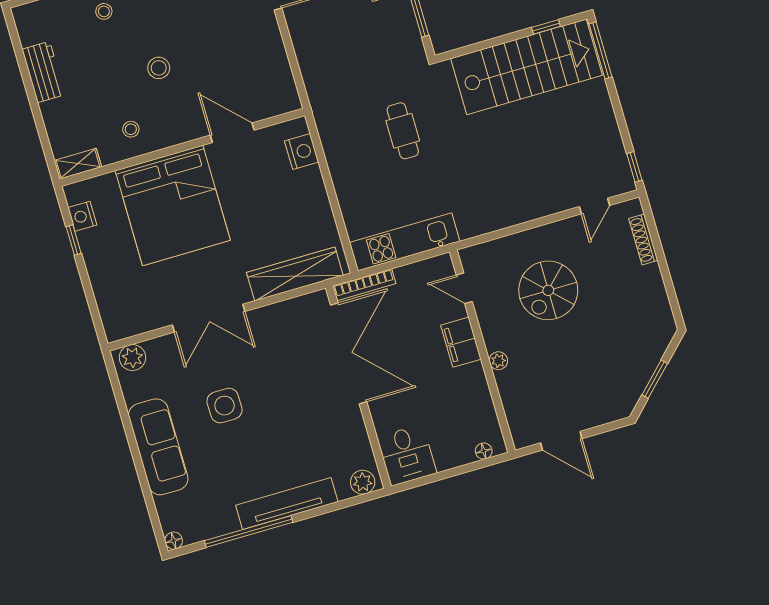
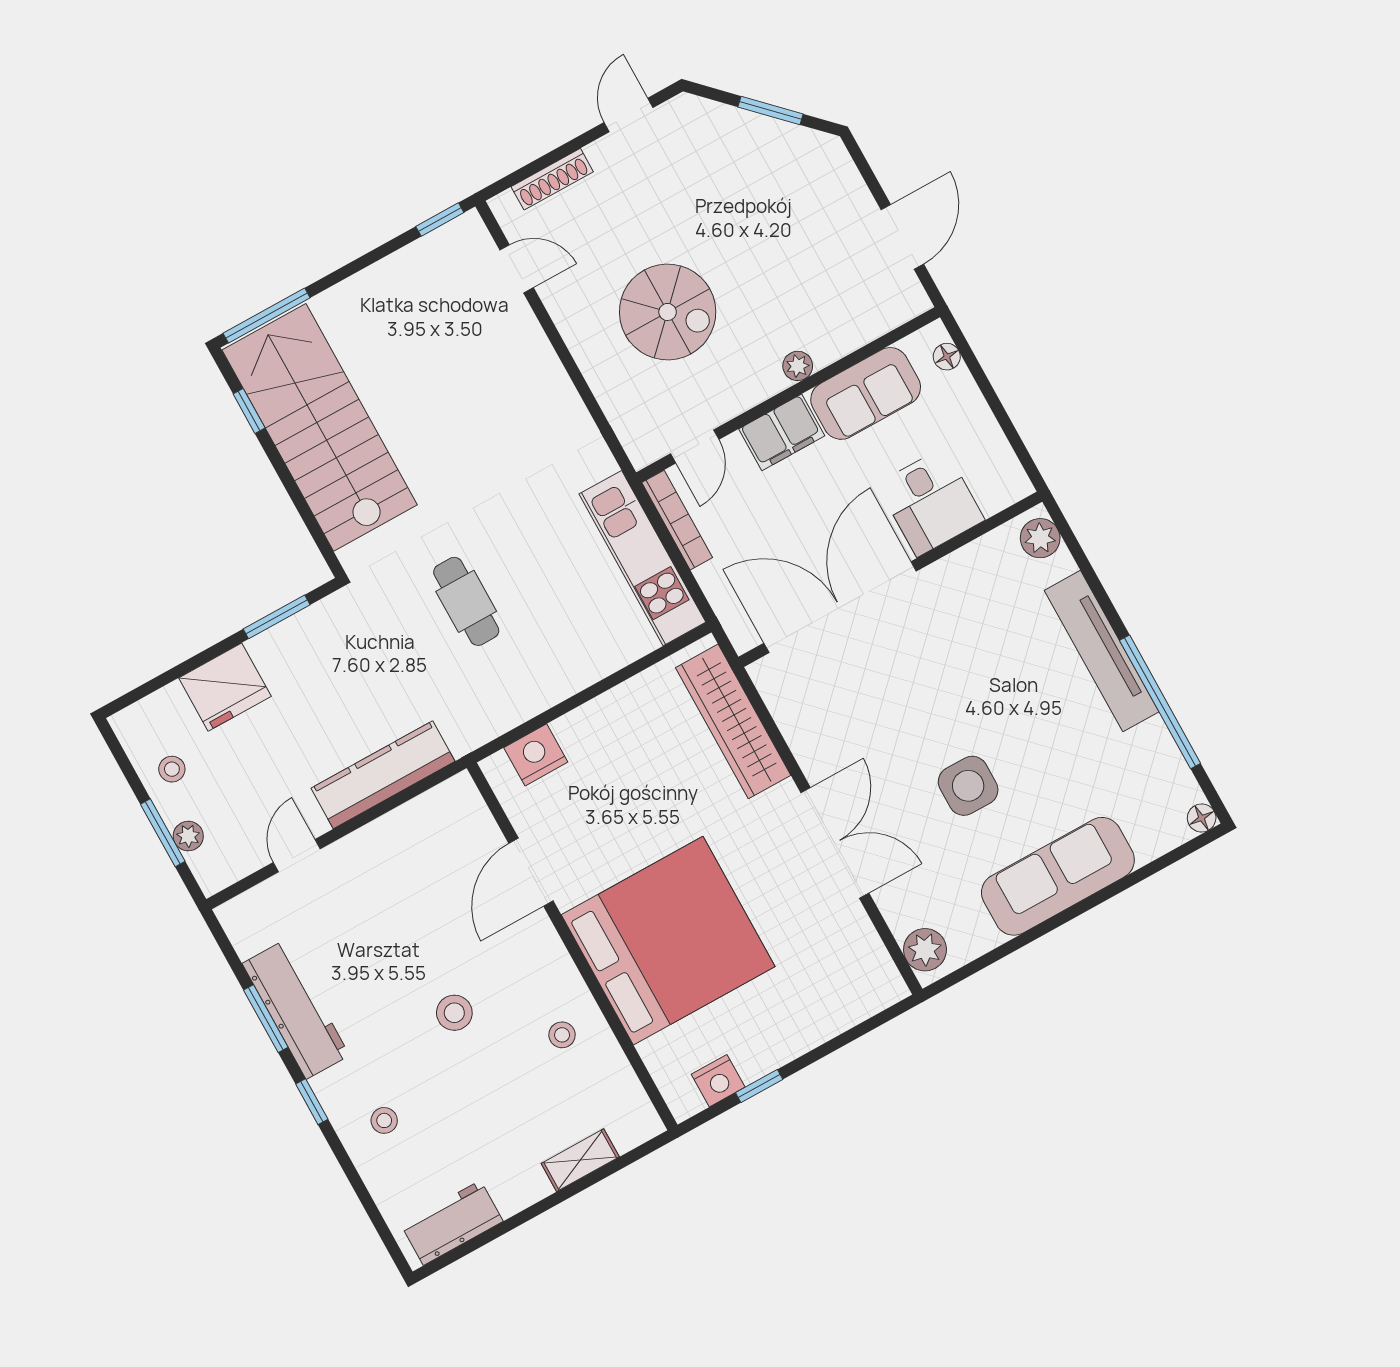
kitchen counter: (311, 58) -> (383, 775), added
workbench: (43, 72) -> (452, 1223), moved
cafe table: (403, 131) -> (466, 601), turned 90
shelving: (78, 164) -> (580, 1160), moved, turned 90
bookcase: (364, 285) -> (677, 520), moved
door: (671, 294) -> (628, 115), added
sofa: (473, 398) -> (866, 393), added
desk: (407, 455) -> (931, 502), moved, turned 90

